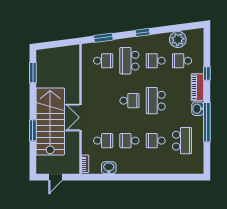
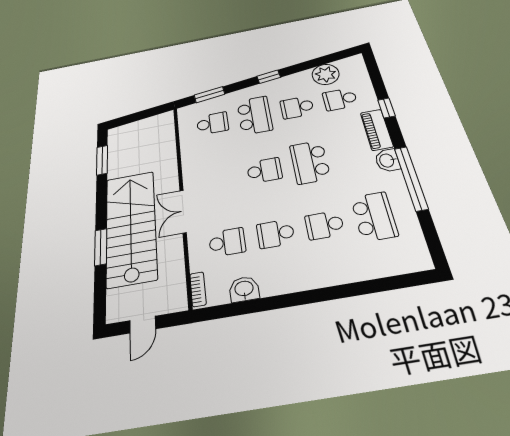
school desk: (129, 61) -> (255, 115), turned 180

